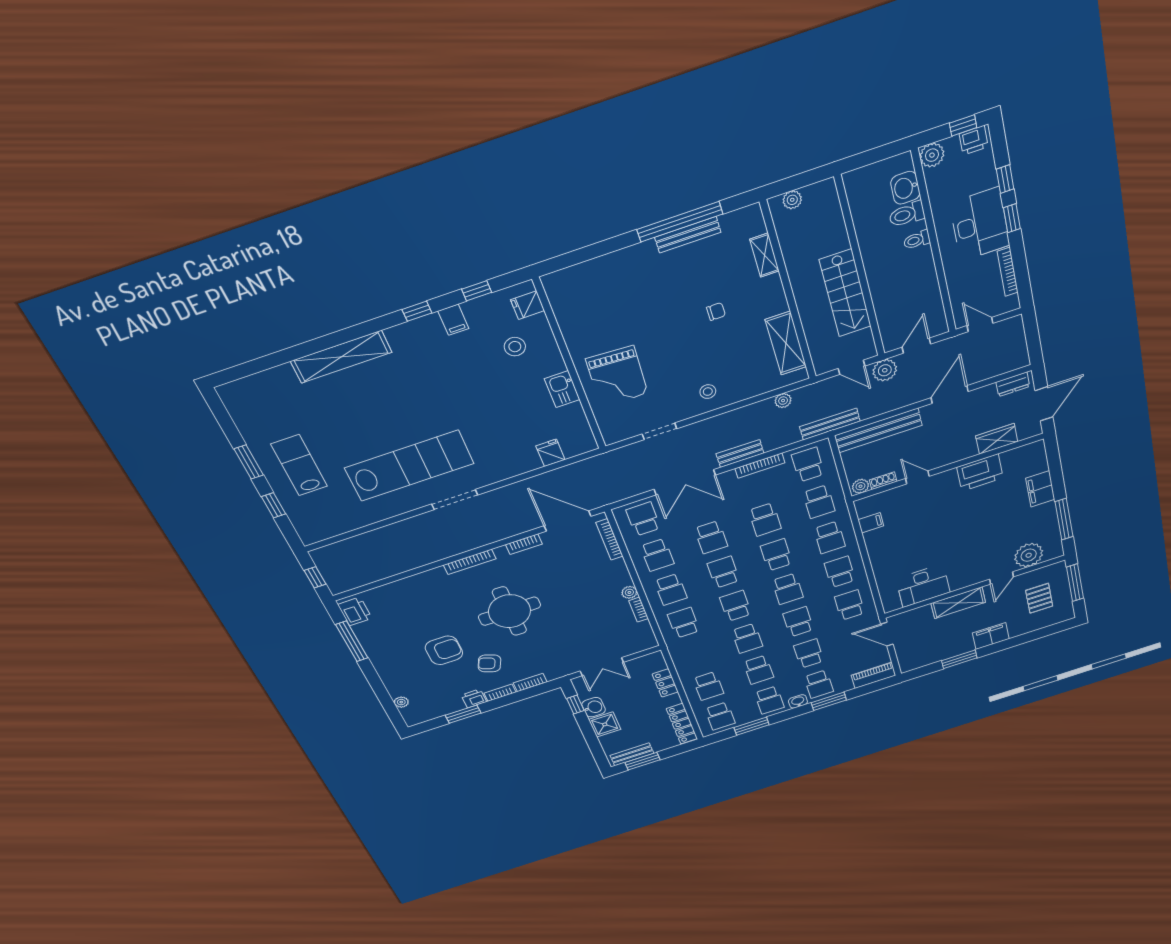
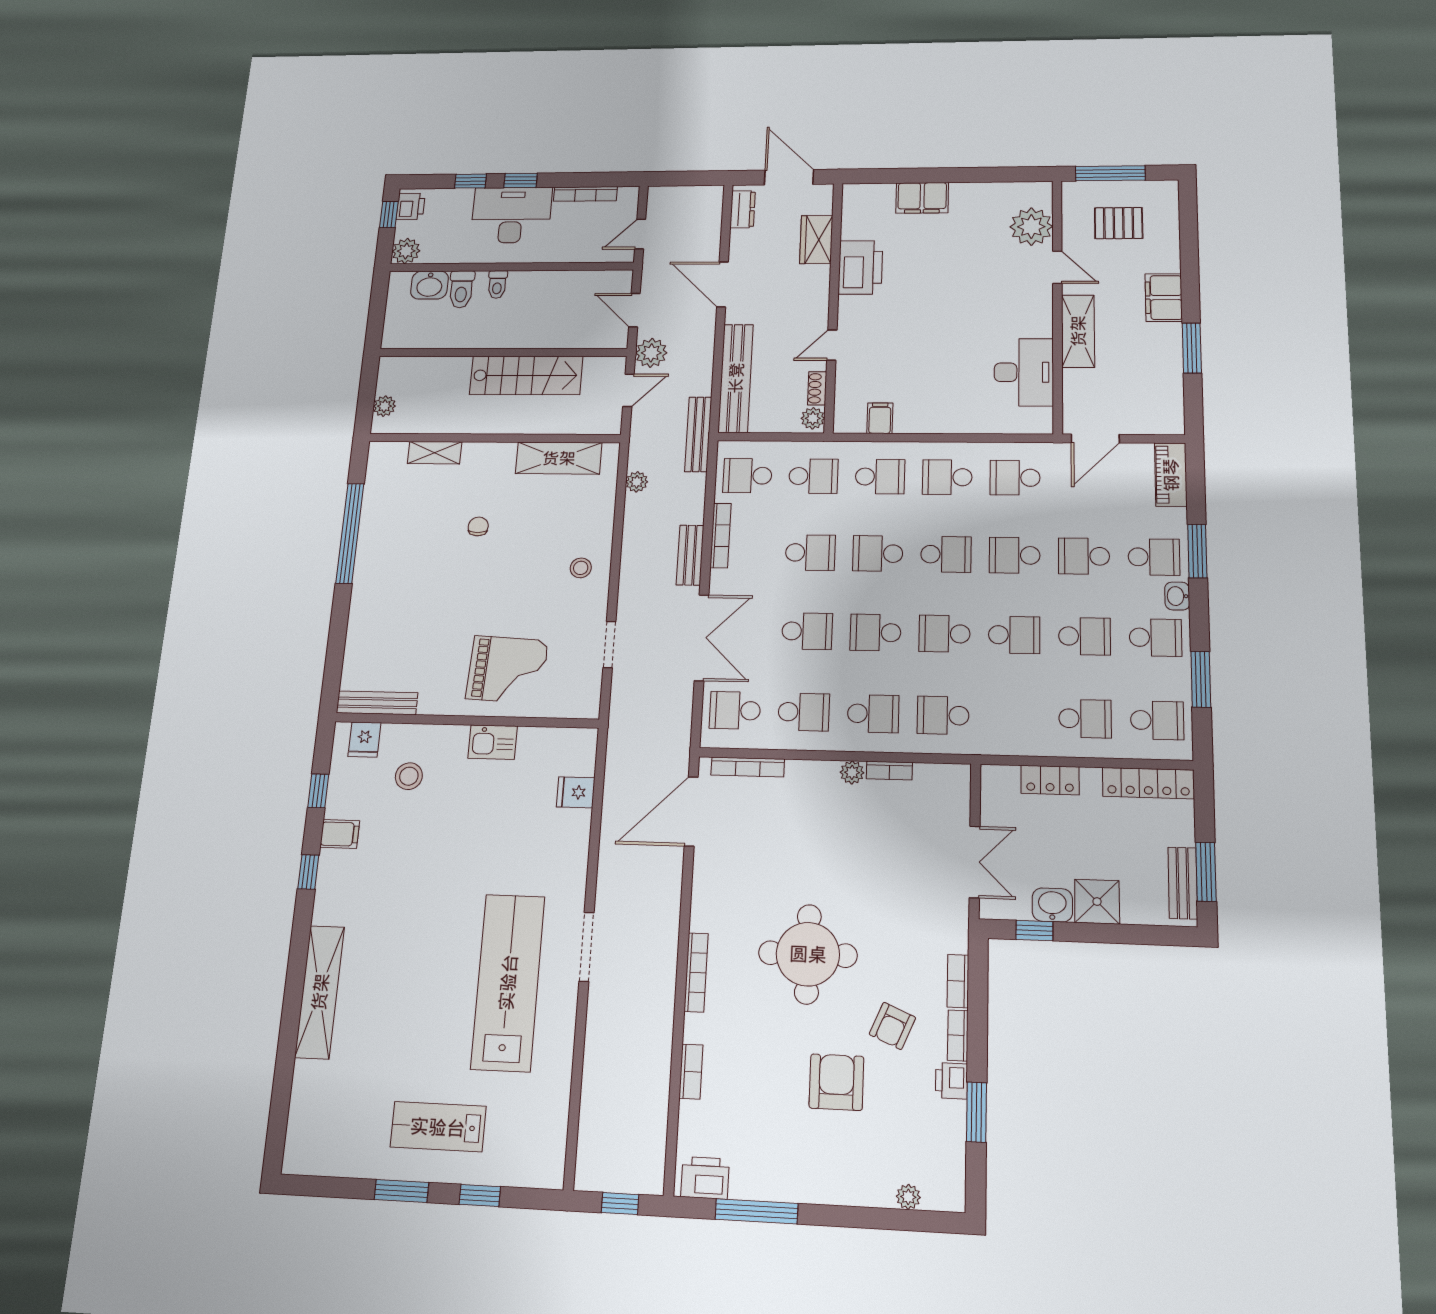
bench: (688, 235) -> (377, 703), moved, turned 90
window: (1064, 519) -> (988, 175), removed
bookcase: (524, 544) -> (691, 1072), moved

